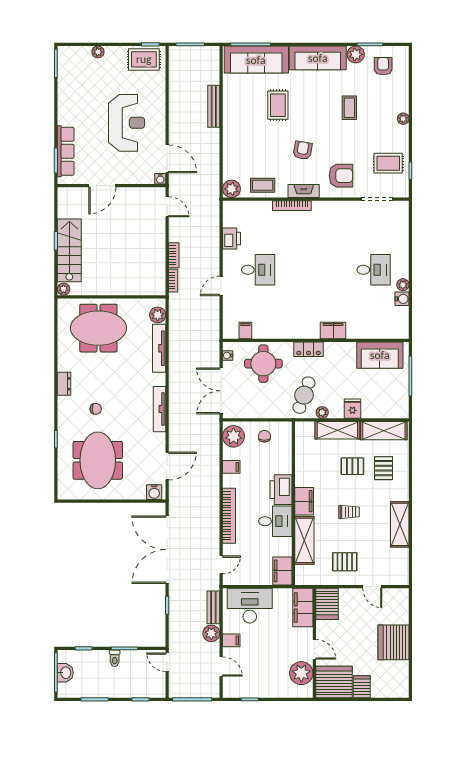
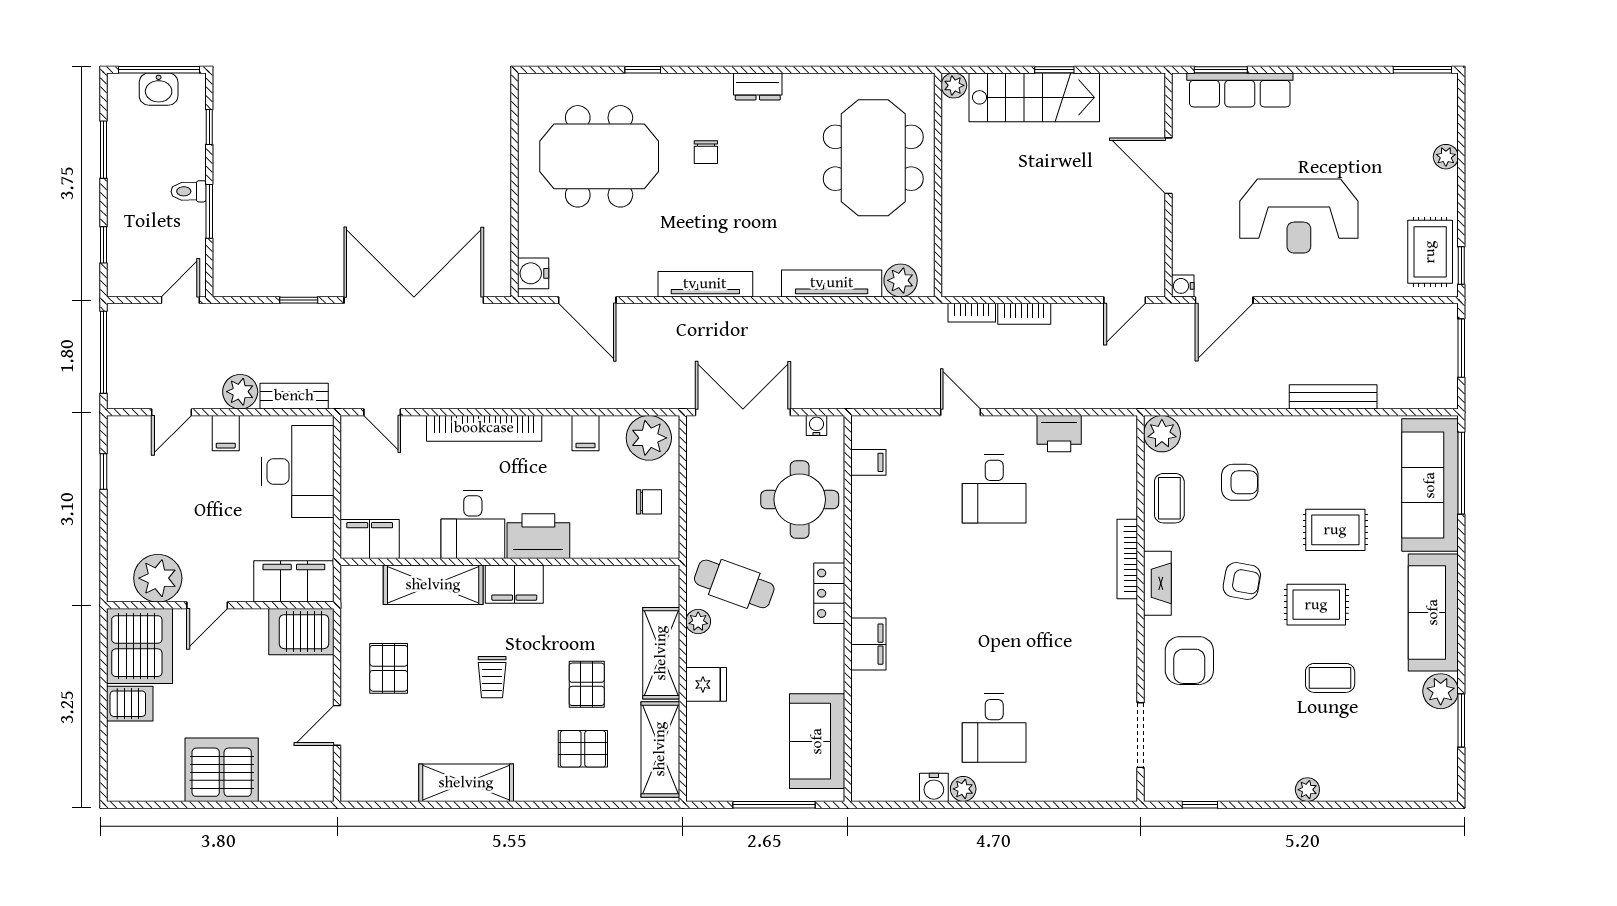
armchair: (383, 66) -> (1240, 482), moved
rug: (388, 163) -> (1316, 605), moved, turned 90

